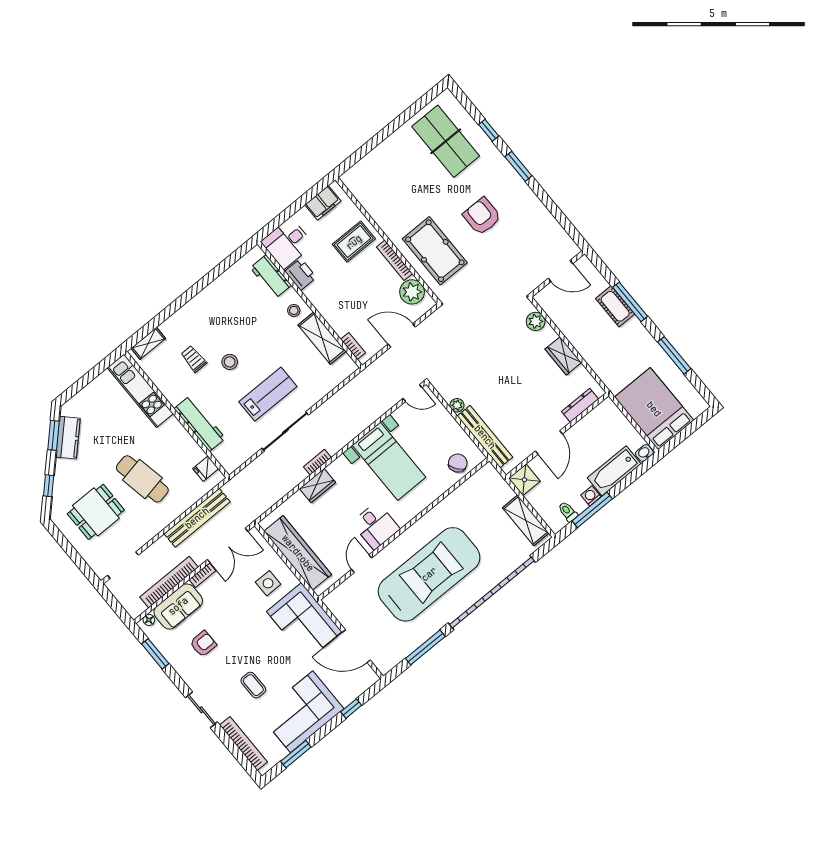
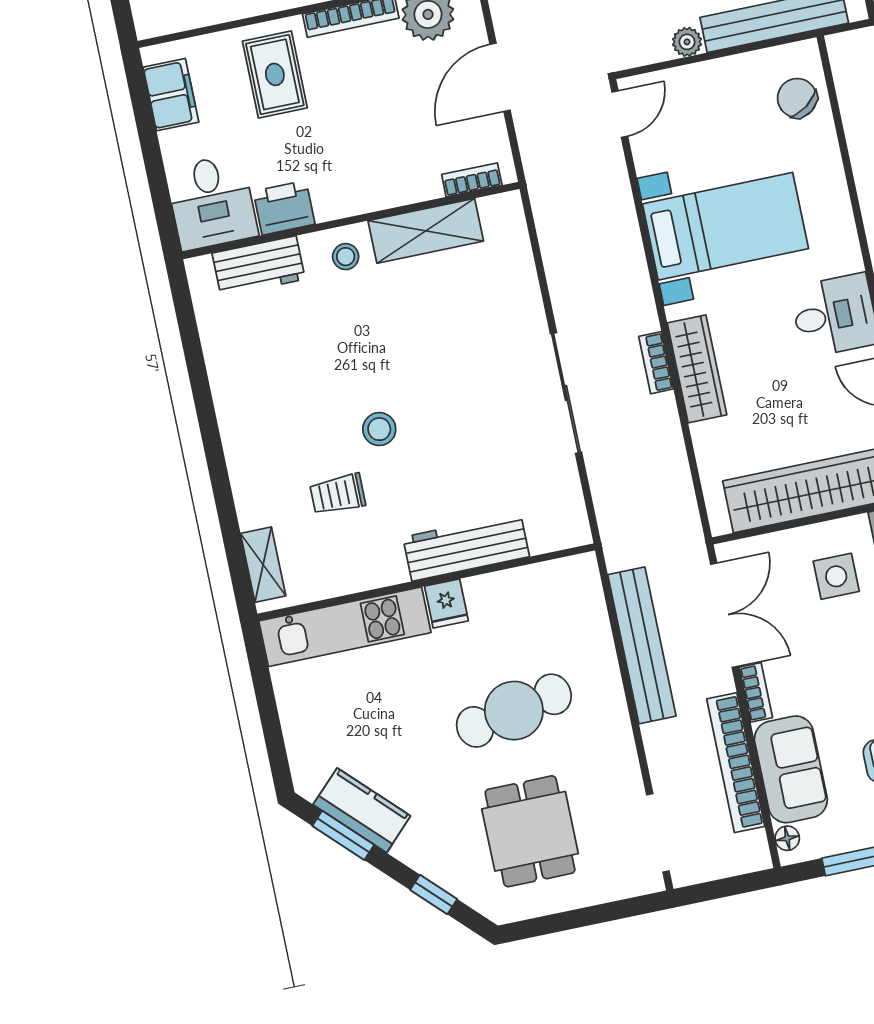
lab bench: (268, 394) -> (478, 389), removed
fridge: (206, 469) -> (446, 603), moved
wardrobe: (318, 486) -> (697, 369), width x1.50

